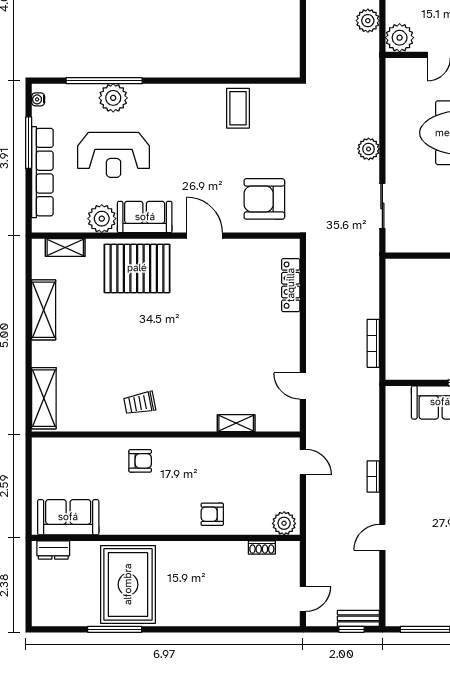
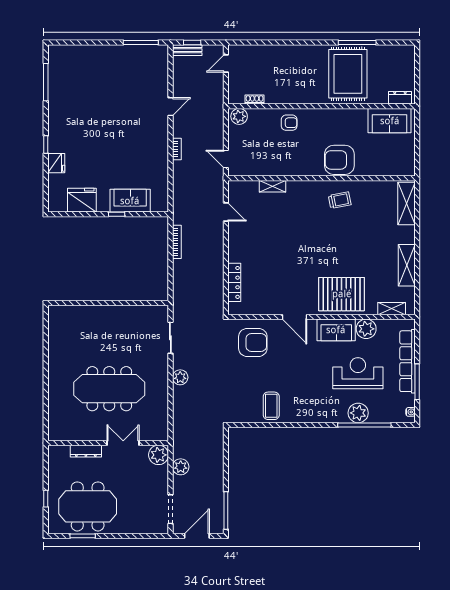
armchair: (140, 461) -> (339, 160), width x1.88, depth x1.88

